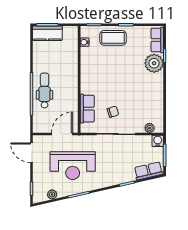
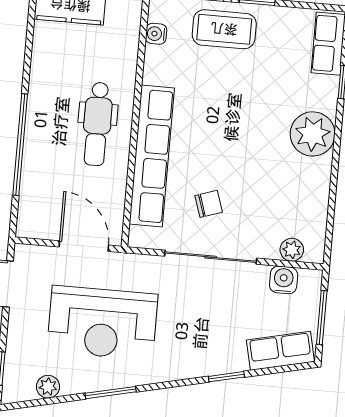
plant: (154, 63) -> (313, 134), moved
dental chair: (45, 90) -> (97, 124), moved, turned 180
row of seats: (87, 109) -> (152, 156), width x2.02
door: (62, 134) -> (84, 246), hinge flipped
water cooler: (158, 141) -> (284, 280), moved

